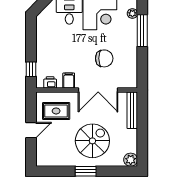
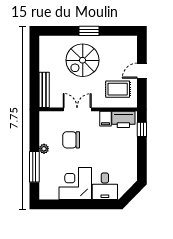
plant: (132, 14) -> (44, 149), moved
printer: (50, 82) -> (123, 119), width x1.87, depth x1.48
double door: (98, 90) -> (77, 109), width x0.73
plant: (131, 160) -> (46, 42), removed

